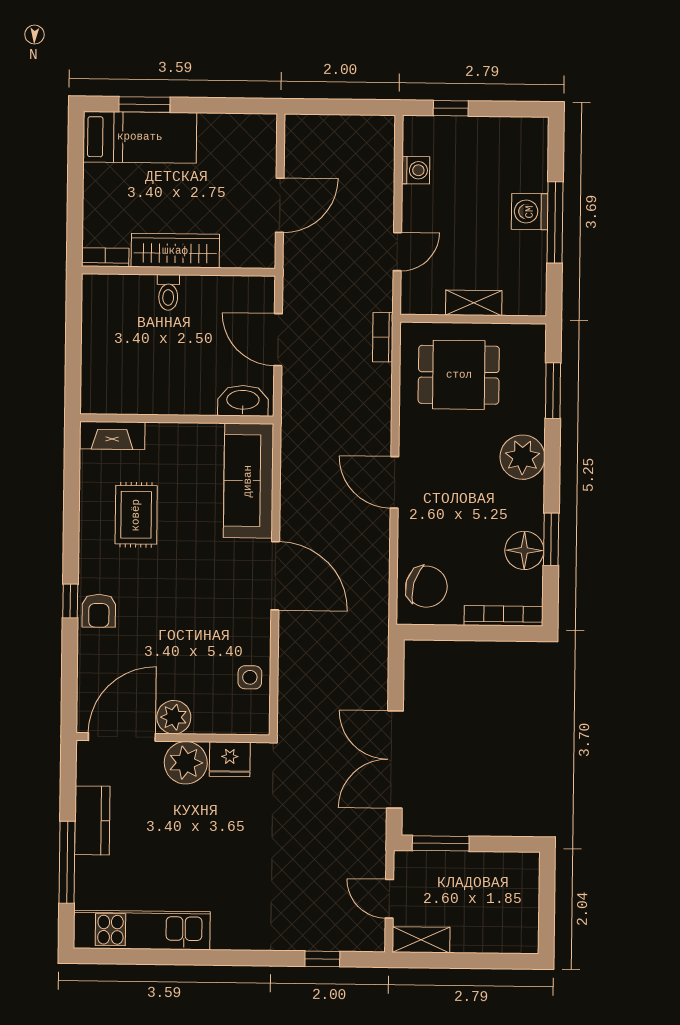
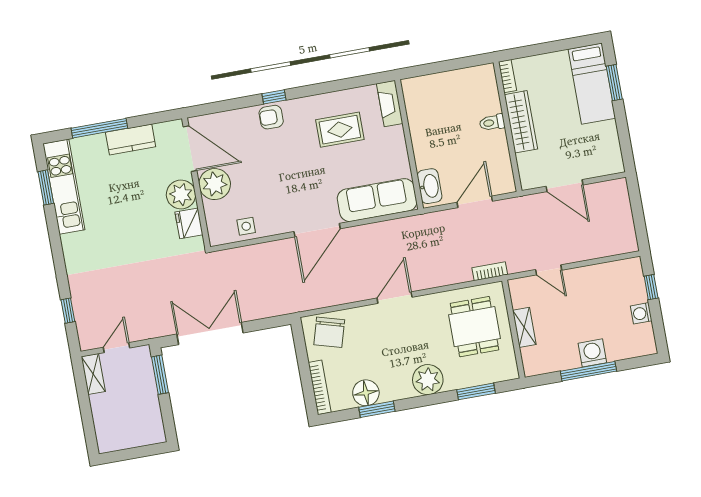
washing machine: (416, 170) -> (641, 313), moved, turned 90
plant: (174, 717) -> (215, 184), width x1.36, depth x1.36
window: (138, 957) -> (46, 187), added

